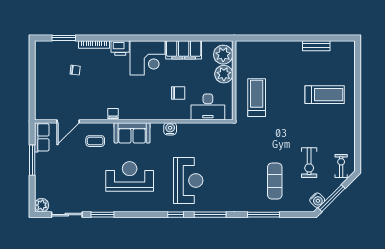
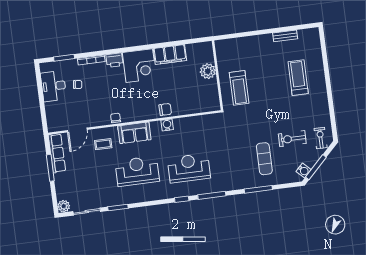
plant: (223, 55) -> (205, 54), removed
chair: (178, 93) -> (165, 109), moved
treadmill: (325, 95) -> (298, 78), turned -90
treadmill: (257, 98) -> (239, 88), turned 180
desk: (208, 107) -> (54, 86), moved, turned 90
row of seats: (42, 137) -> (57, 153), width x1.48
exercise bike: (309, 163) -> (292, 139), turned 90
reception desk: (188, 180) -> (189, 168), turned -90

